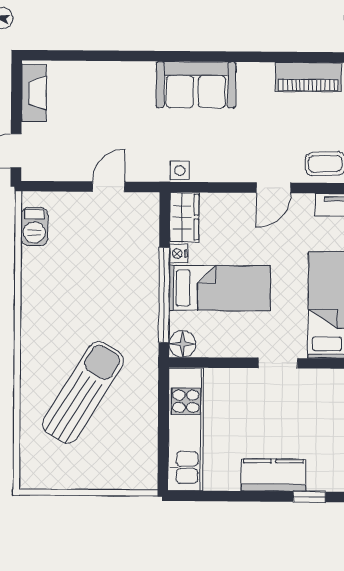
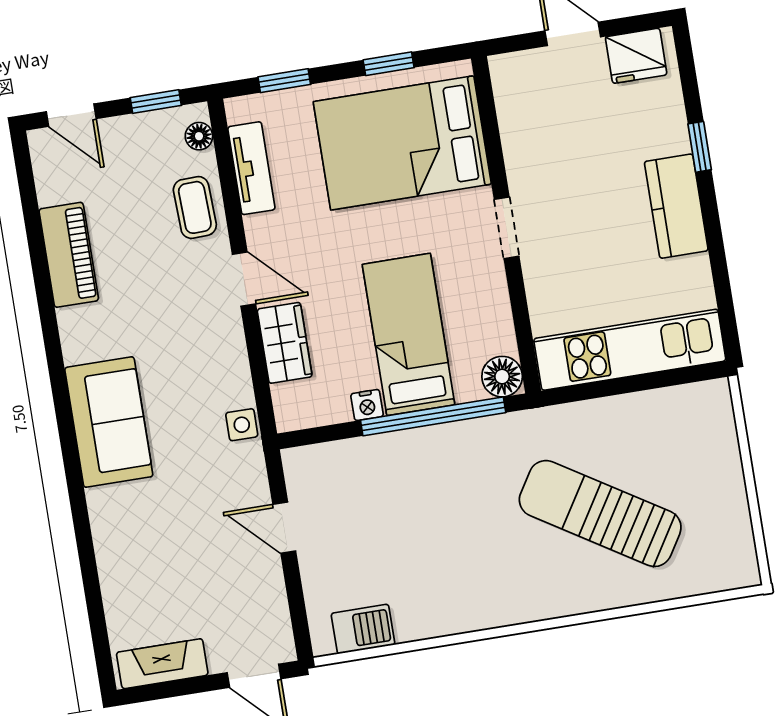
wardrobe: (184, 217) -> (285, 343), moved, turned 90

